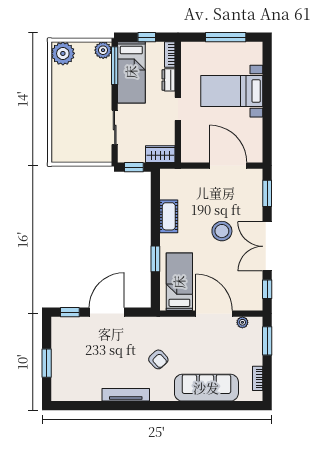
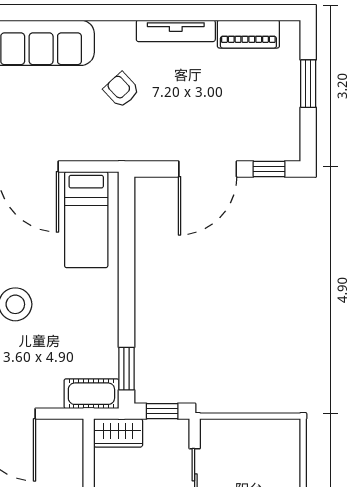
cot: (169, 216) -> (91, 394), moved, turned 90
window: (155, 259) -> (126, 369), moved
piano: (82, 393) -> (248, 34), added

